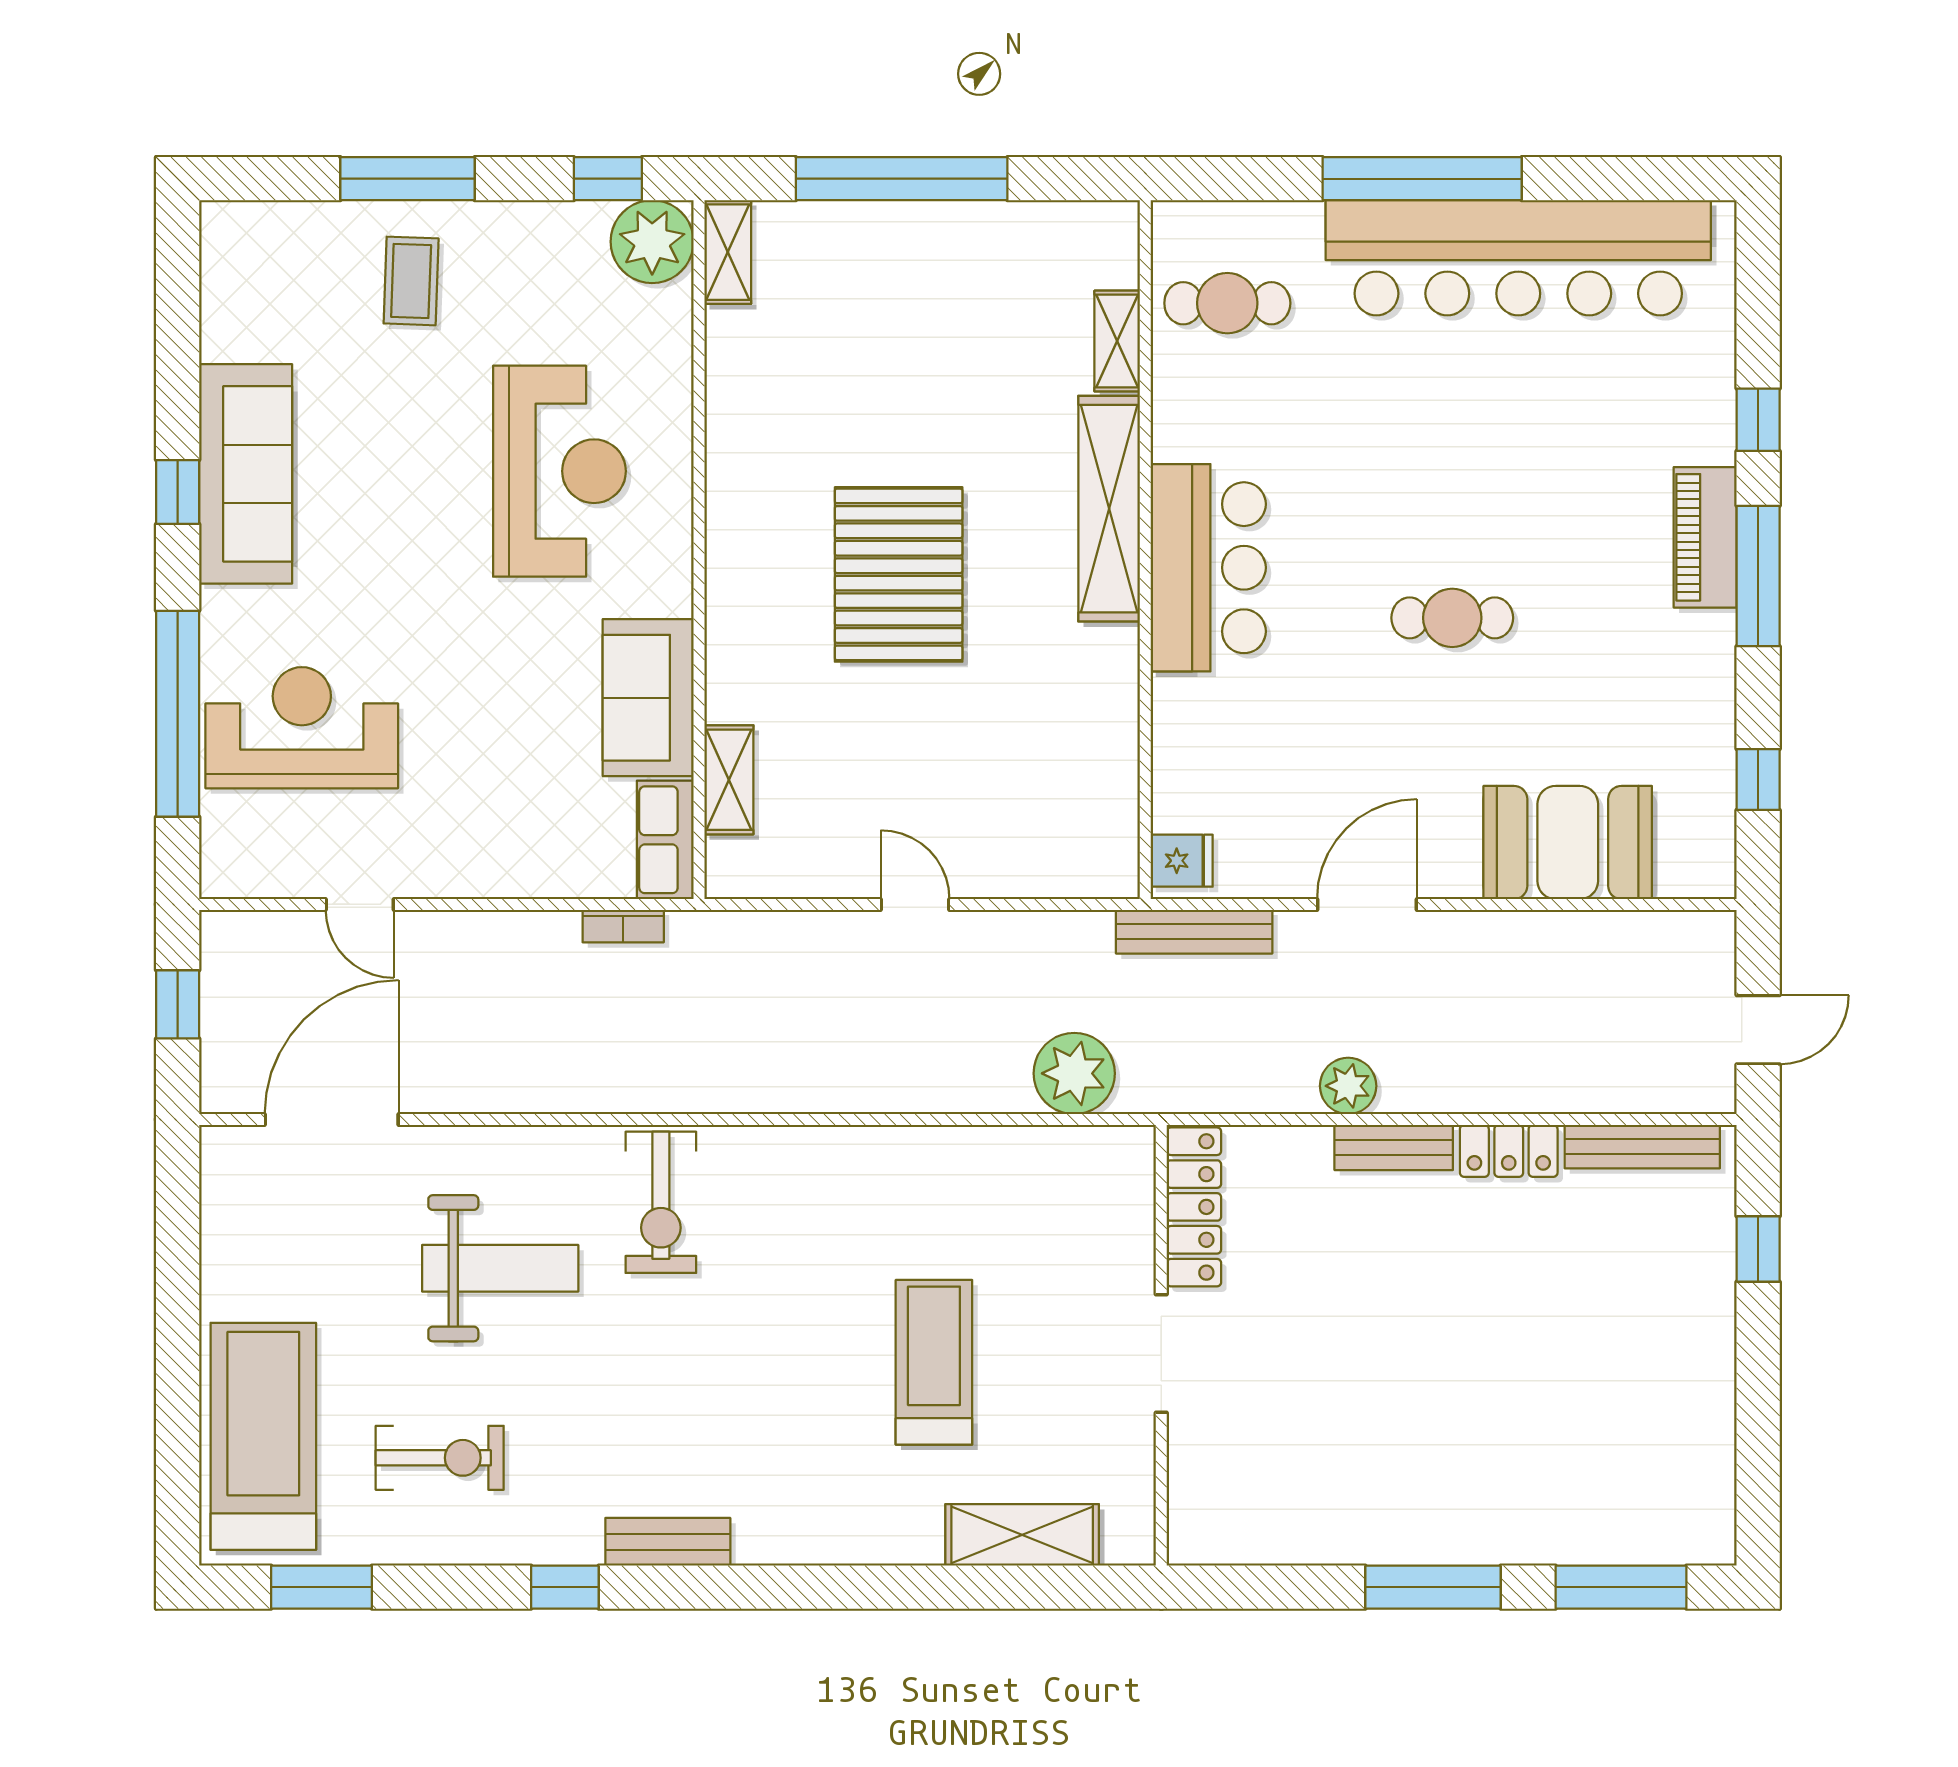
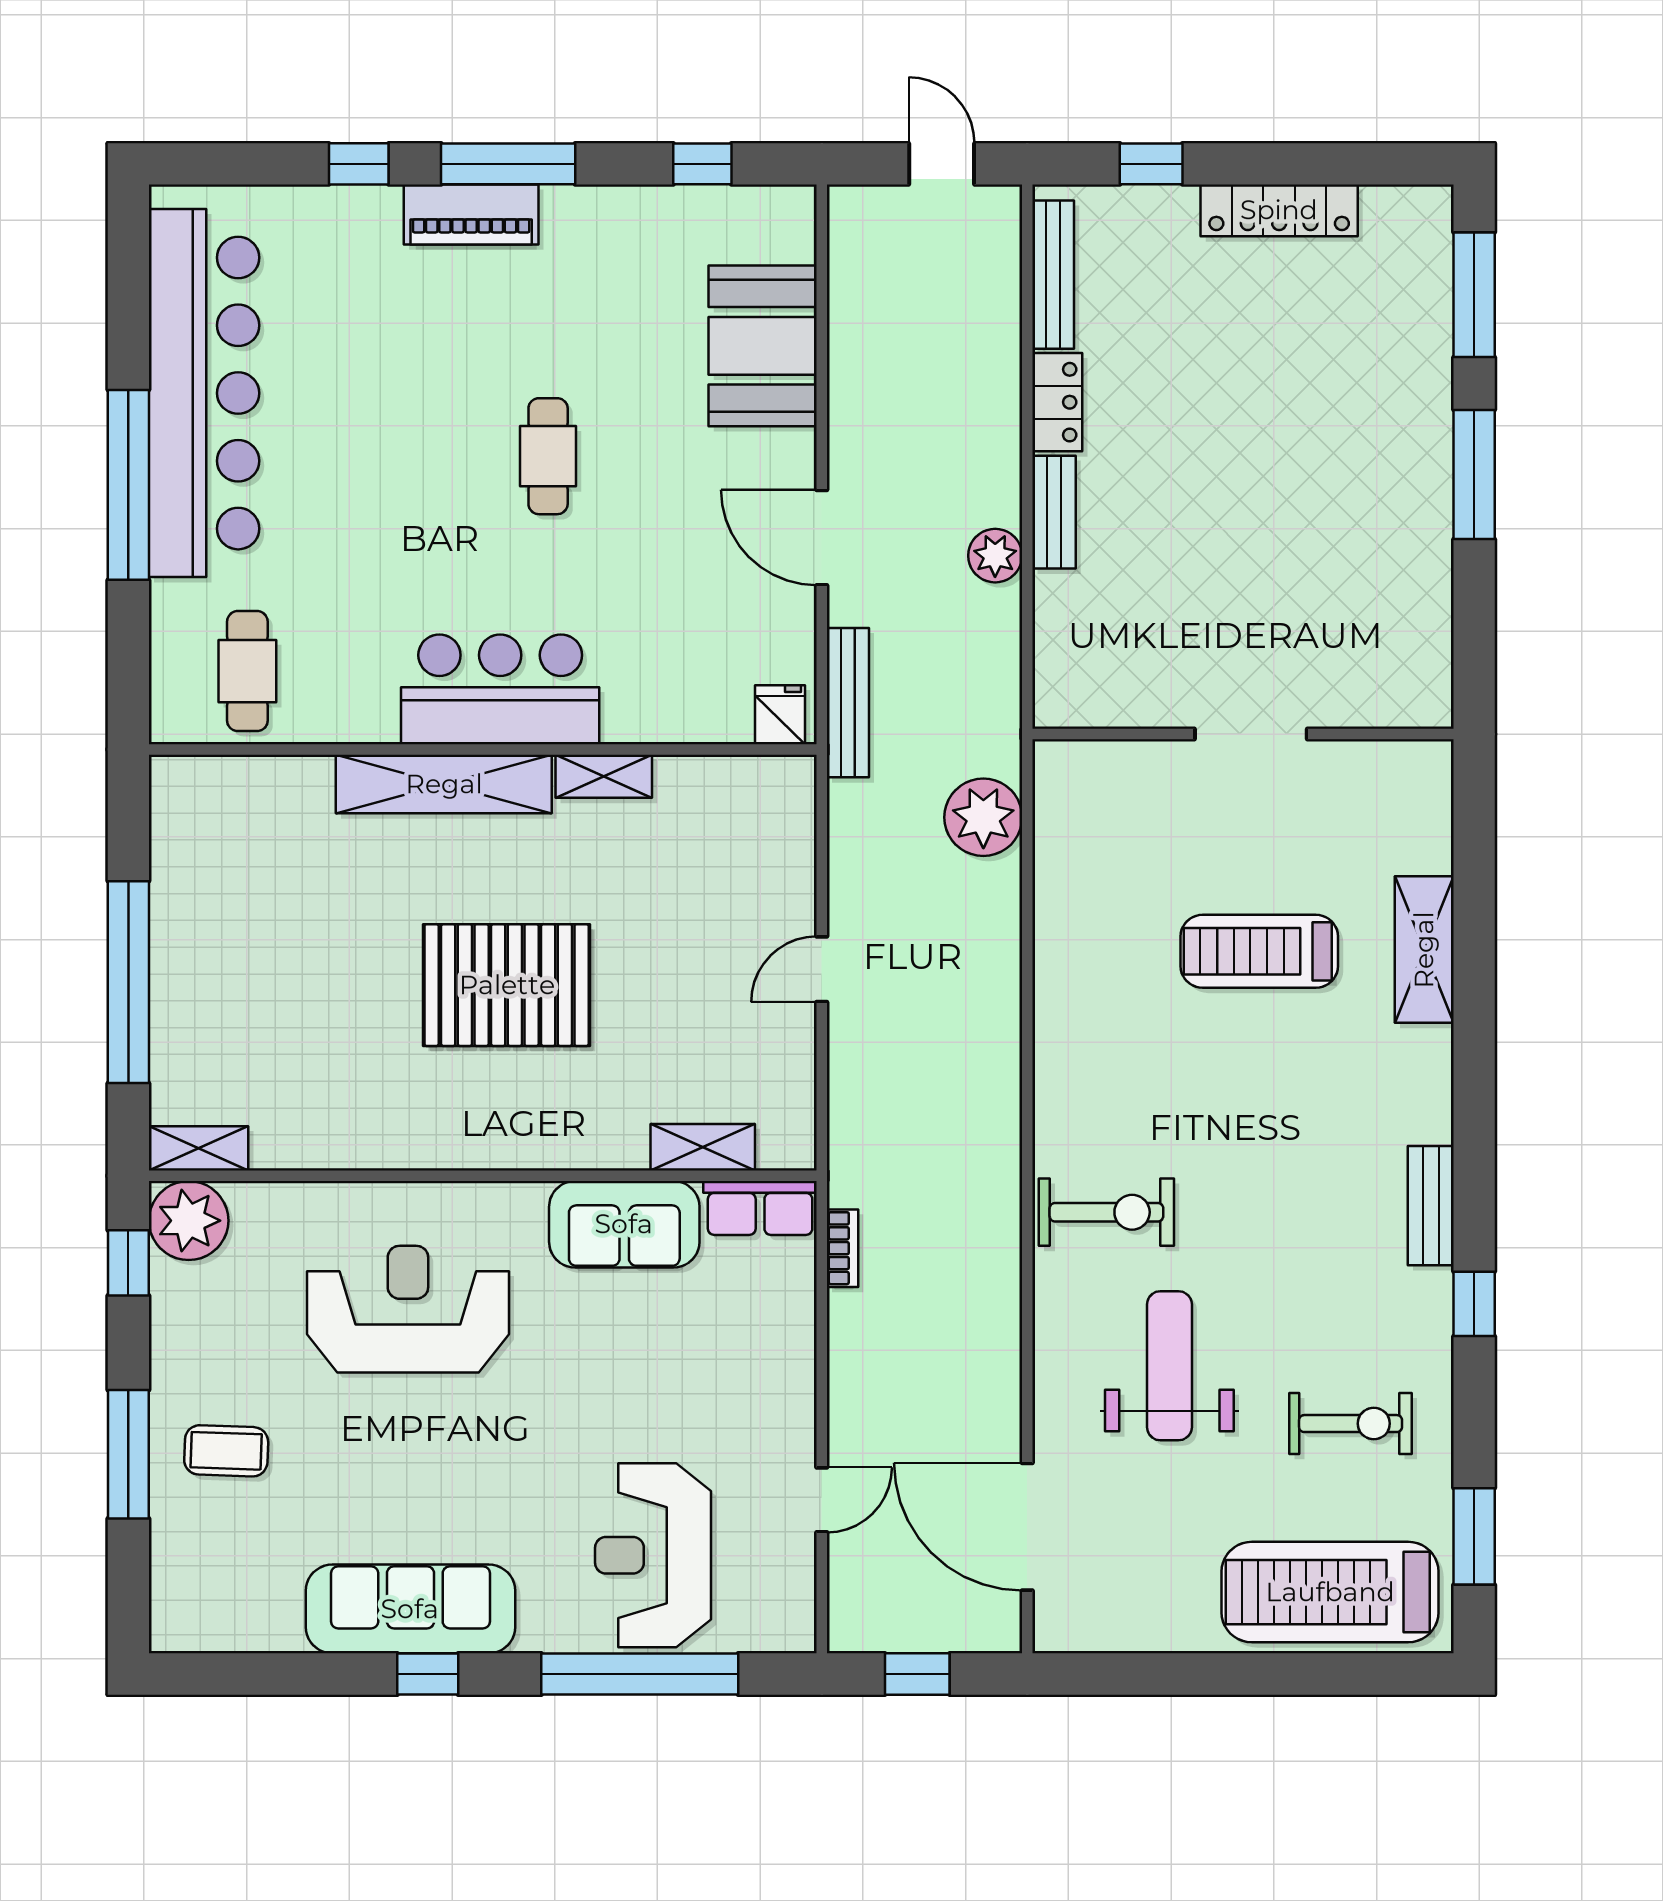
shelving: (1117, 341) -> (604, 776), moved
locker: (1194, 1207) -> (1279, 210), moved, turned 180
exercise bike: (440, 1458) -> (1351, 1424), turned 90
shelving: (1022, 1535) -> (1424, 950), moved

